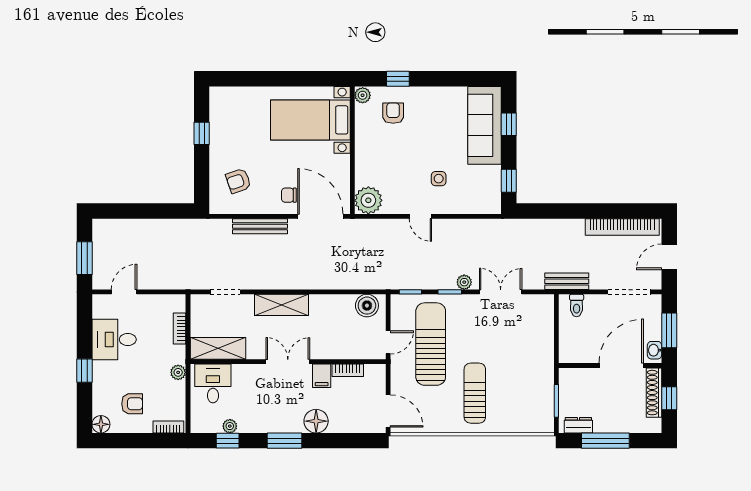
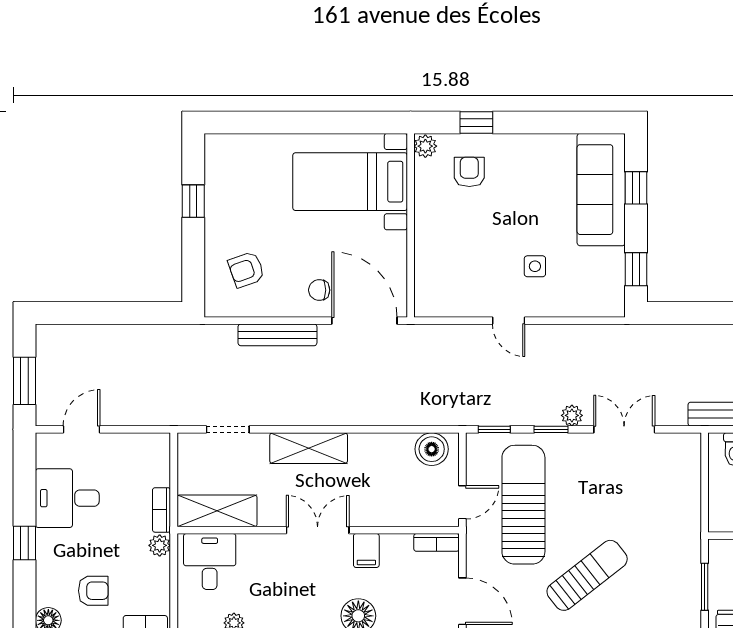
plant: (368, 200) -> (434, 297), removed
bookcase: (180, 329) -> (162, 510), moved
bookcase: (348, 370) -> (436, 542), moved
sun lounger: (475, 393) -> (587, 575), turned 52

